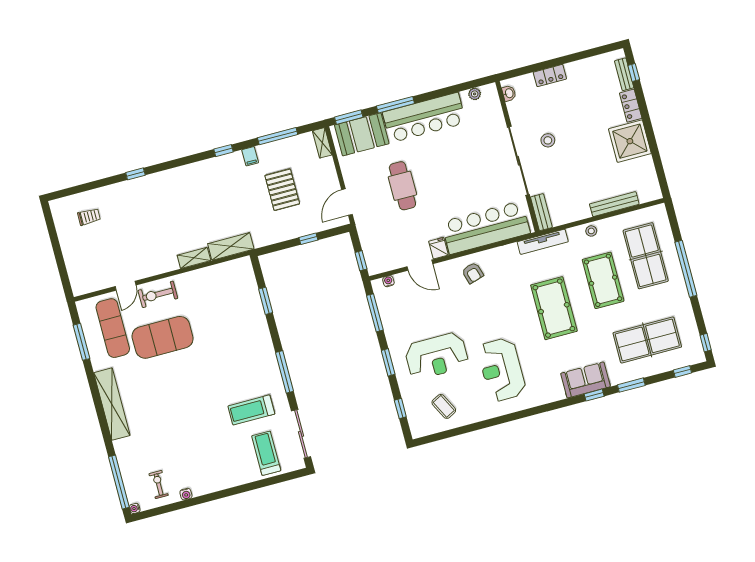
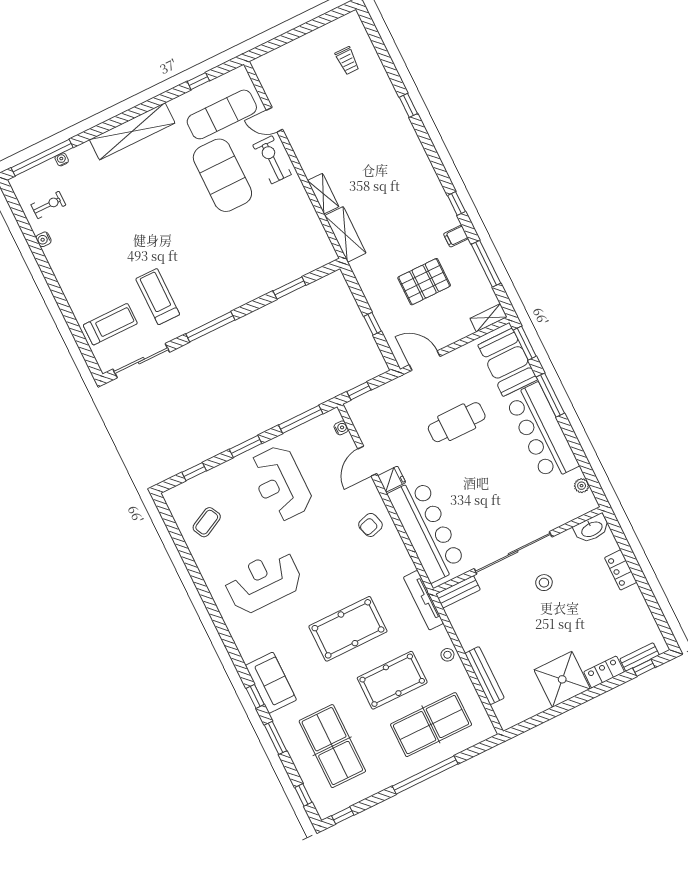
washbasin: (509, 93) -> (592, 529), width x1.91, depth x1.45
window: (82, 342) -> (198, 81), width x0.46
reception desk: (437, 356) -> (281, 483), moved
water cooler: (135, 508) -> (62, 159), moved

